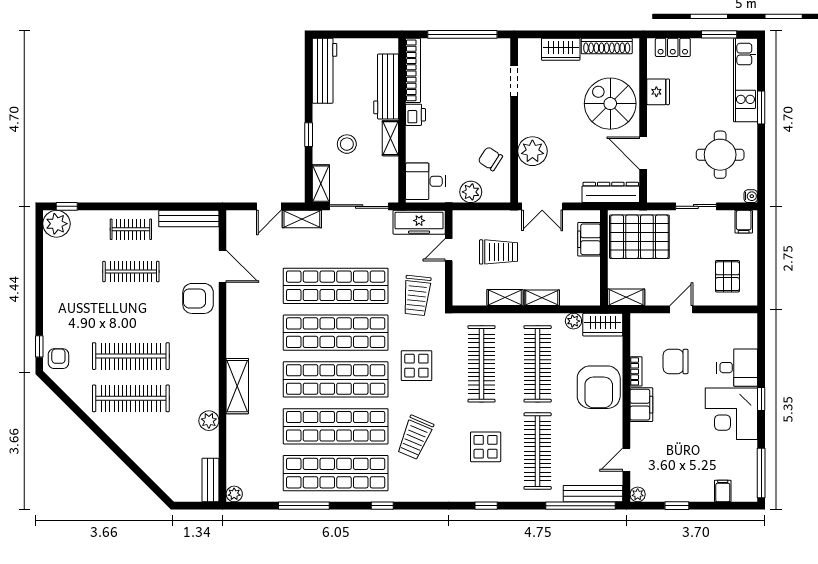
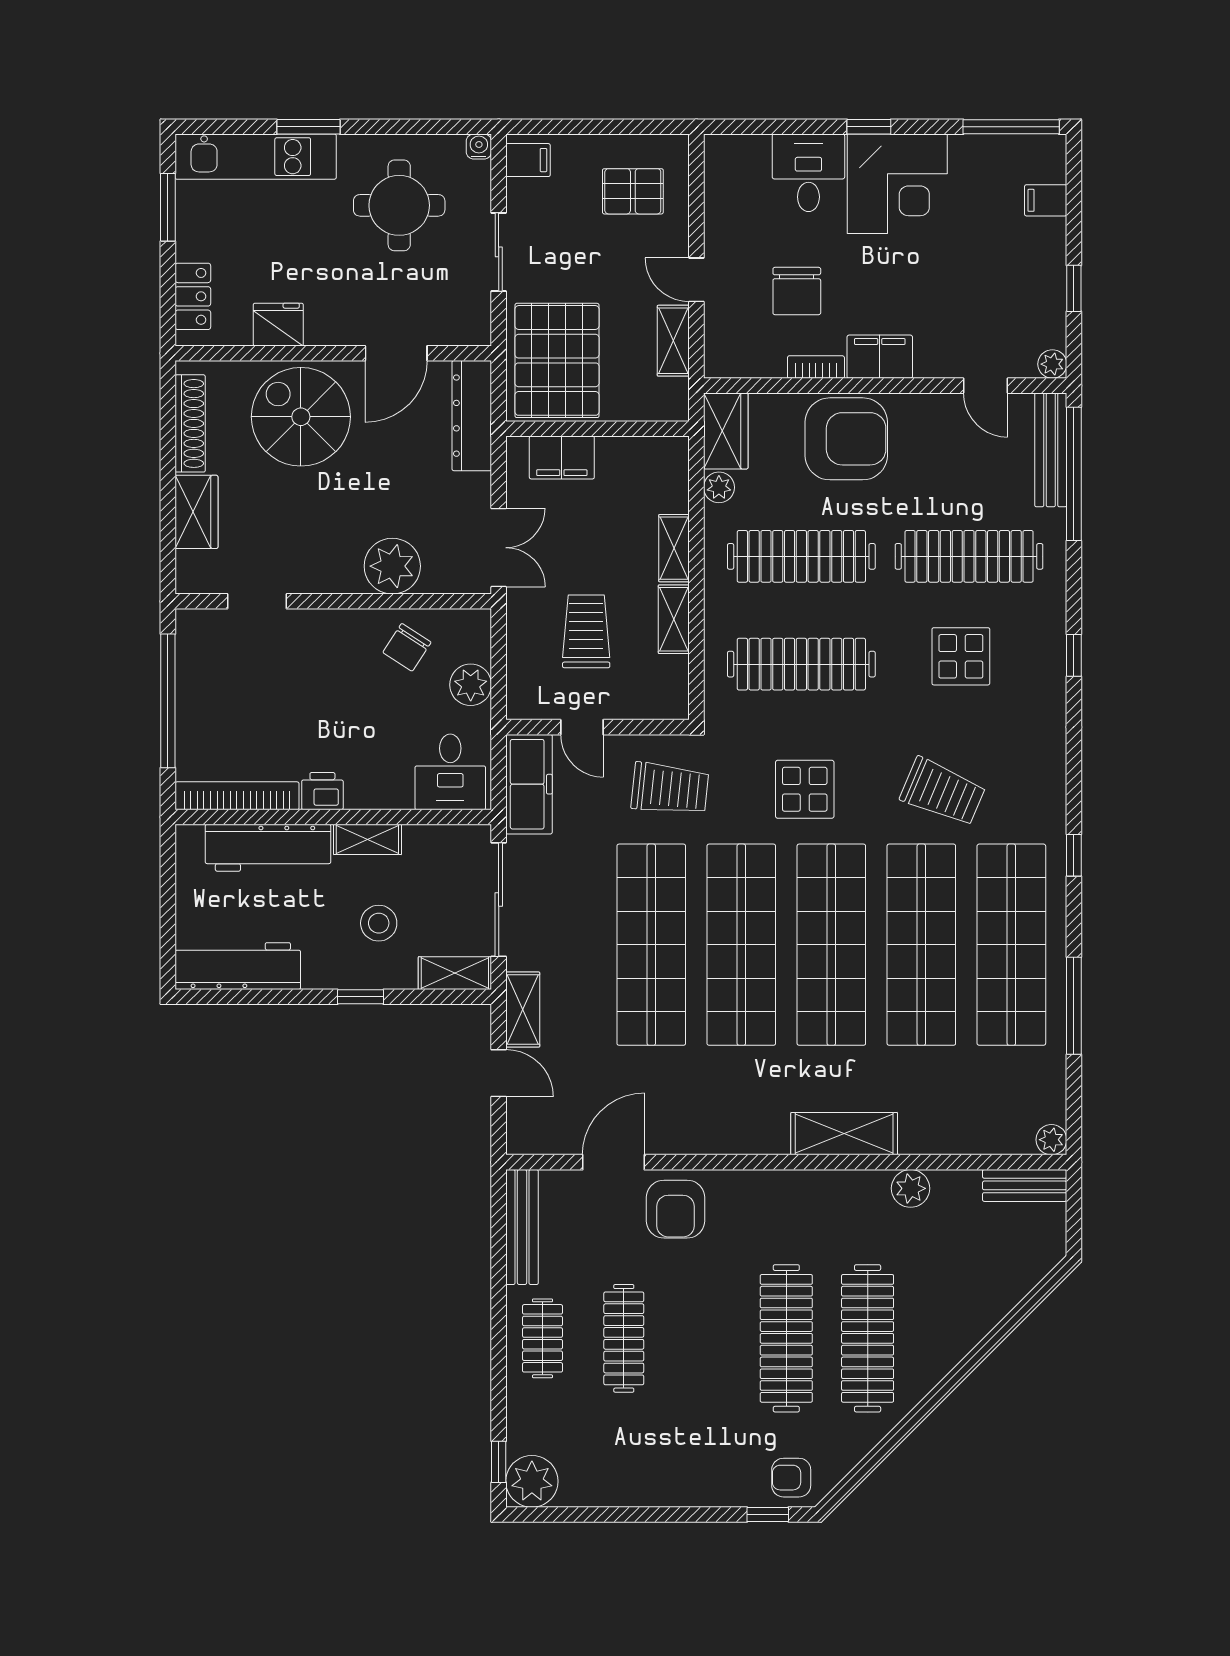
spiral stairs: (610, 104) -> (301, 417), turned 90
shelving: (626, 297) -> (673, 341), moved

